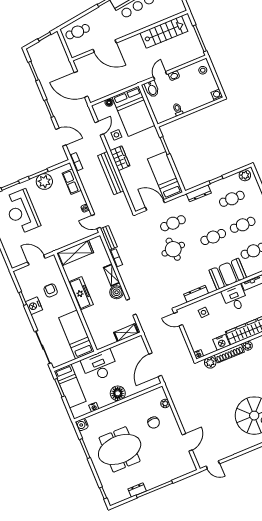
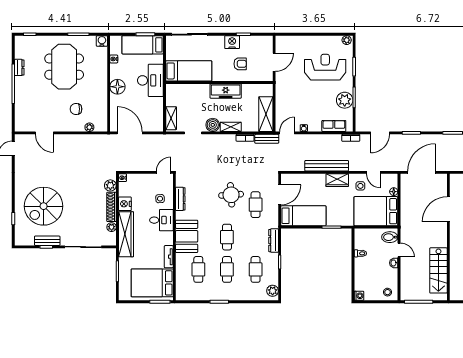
shelving: (75, 253) -> (266, 114), moved
desk: (235, 298) -> (161, 220), moved

